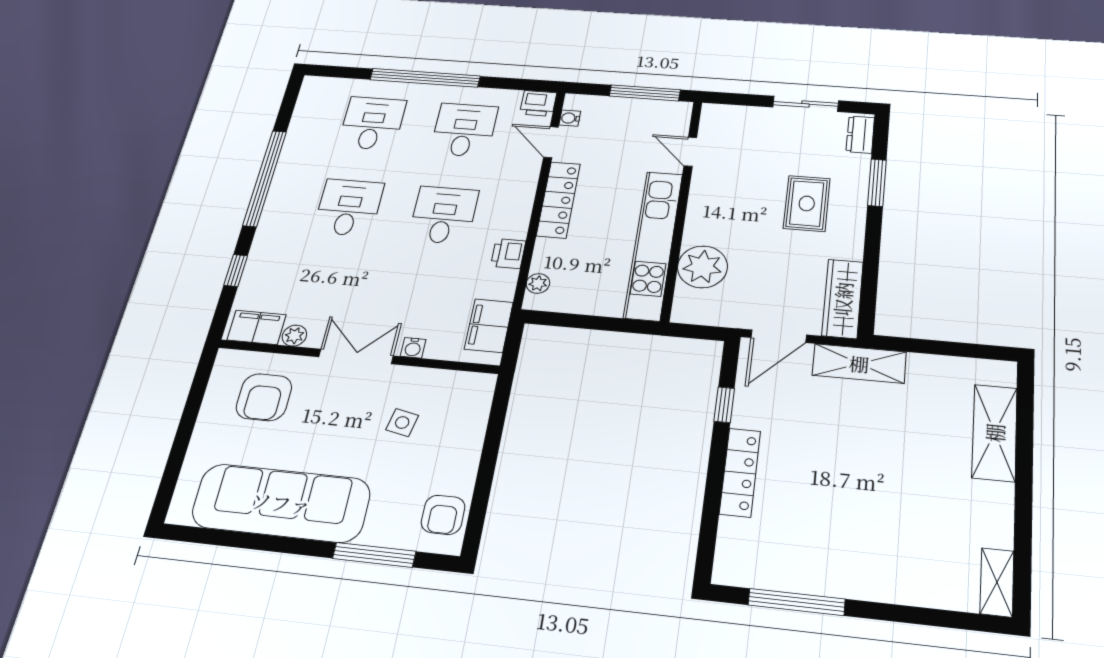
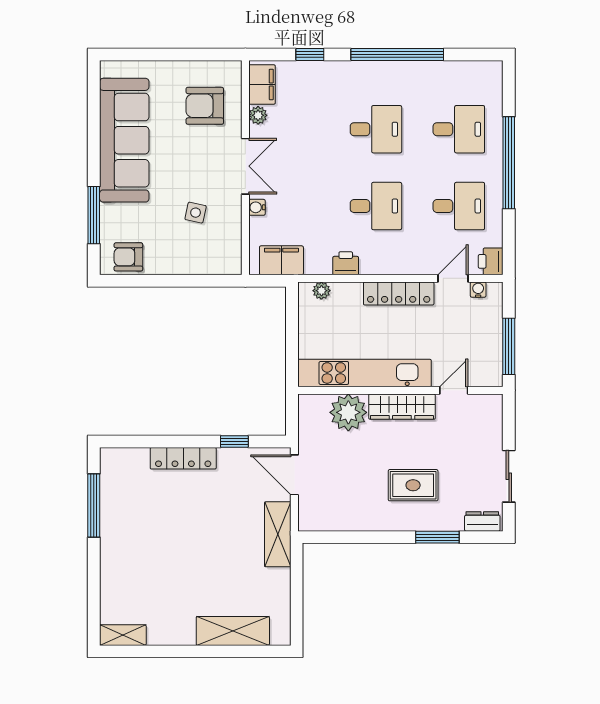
wardrobe: (843, 299) -> (402, 407), moved, turned 180

